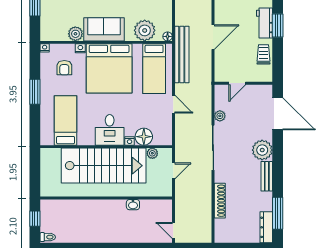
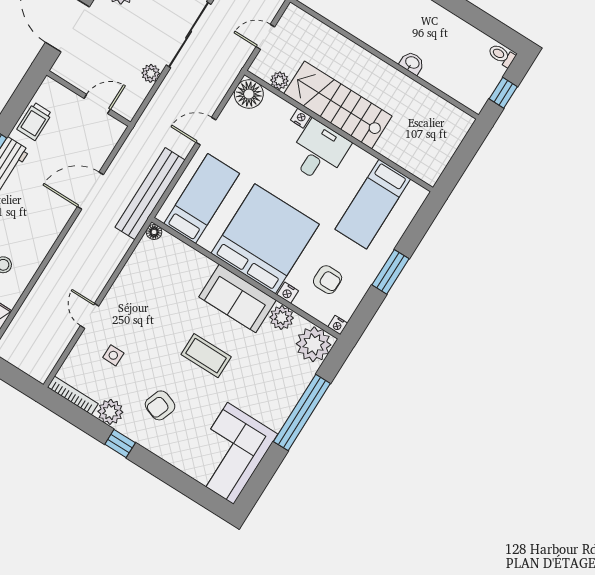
plant: (145, 30) -> (314, 344), moved
armchair: (64, 68) -> (328, 280), turned 90
door: (173, 104) -> (206, 131), hinge flipped
floor lamp: (144, 137) -> (249, 94), moved
stairs: (104, 166) -> (338, 105), width x0.73, depth x0.66
washbasin: (133, 205) -> (412, 63), moved

